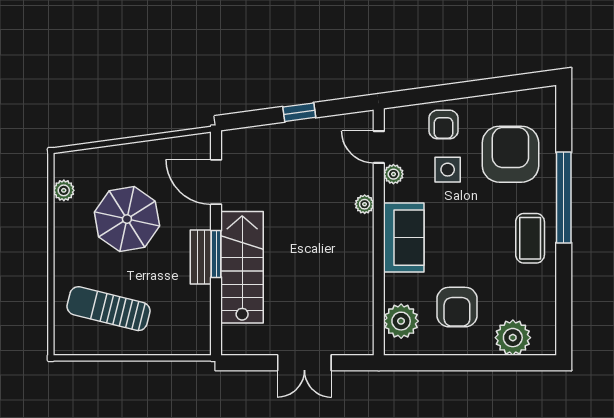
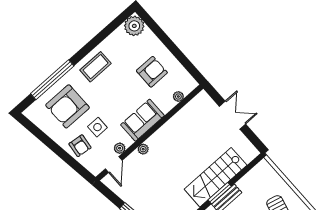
armchair: (443, 125) -> (80, 146), turned 97
window: (564, 197) -> (52, 80), moved
plant: (401, 321) -> (178, 96), width x0.53, depth x0.53
plant: (513, 338) -> (134, 26), moved

